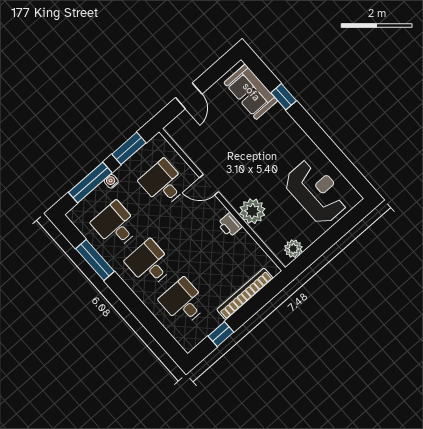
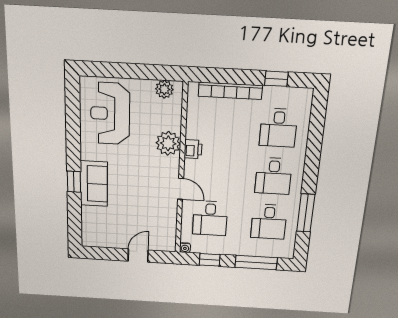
sofa: (251, 92) -> (94, 184), moved
window: (284, 97) -> (74, 182), moved
window: (129, 148) -> (210, 260), width x0.67
water cooler: (111, 181) -> (185, 248), moved

